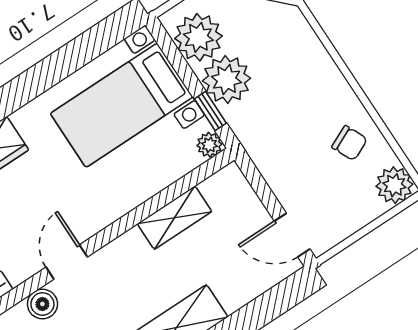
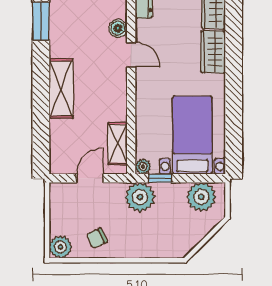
plant: (227, 80) -> (140, 197), moved
shelving: (175, 218) -> (118, 144), moved
door: (292, 235) -> (90, 178), moved

